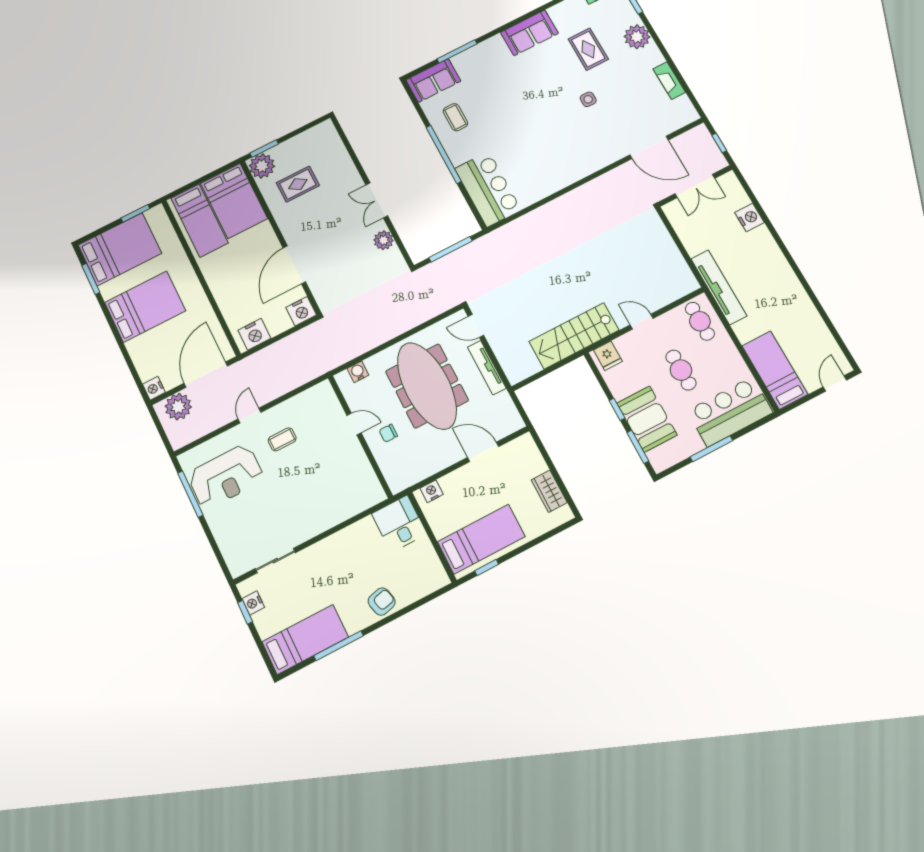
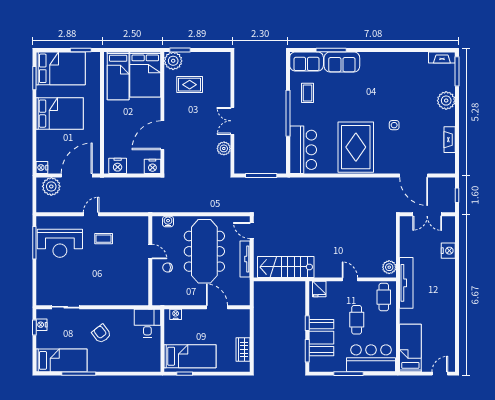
sofa: (529, 33) -> (342, 62), moved
rug: (588, 49) -> (356, 147), moved, width x1.86, depth x2.06
plant: (685, 279) -> (389, 267), added
stairs: (574, 336) -> (286, 267), moved
armchair: (382, 602) -> (101, 334), moved, turned -114

